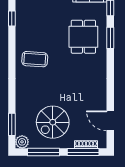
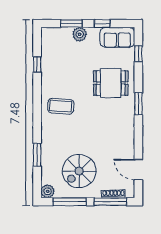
dining table: (83, 37) -> (111, 83), turned 90
window: (110, 38) -> (138, 104), moved
window: (12, 124) -> (37, 155), moved

